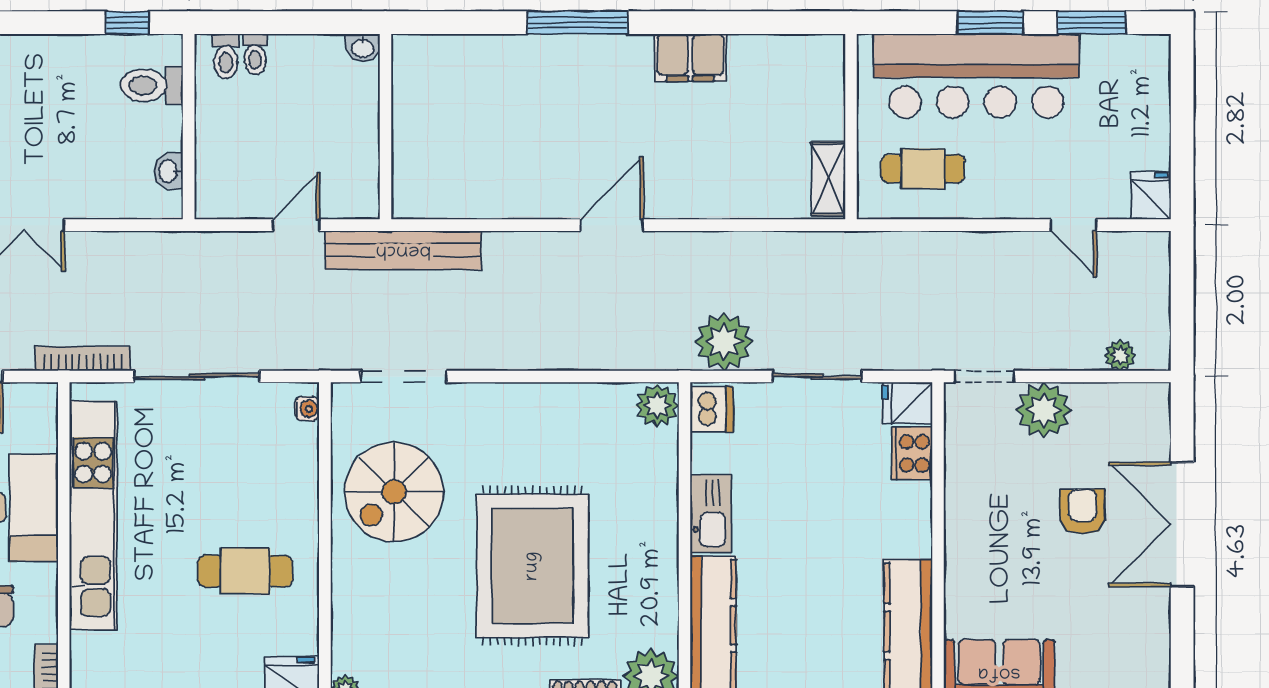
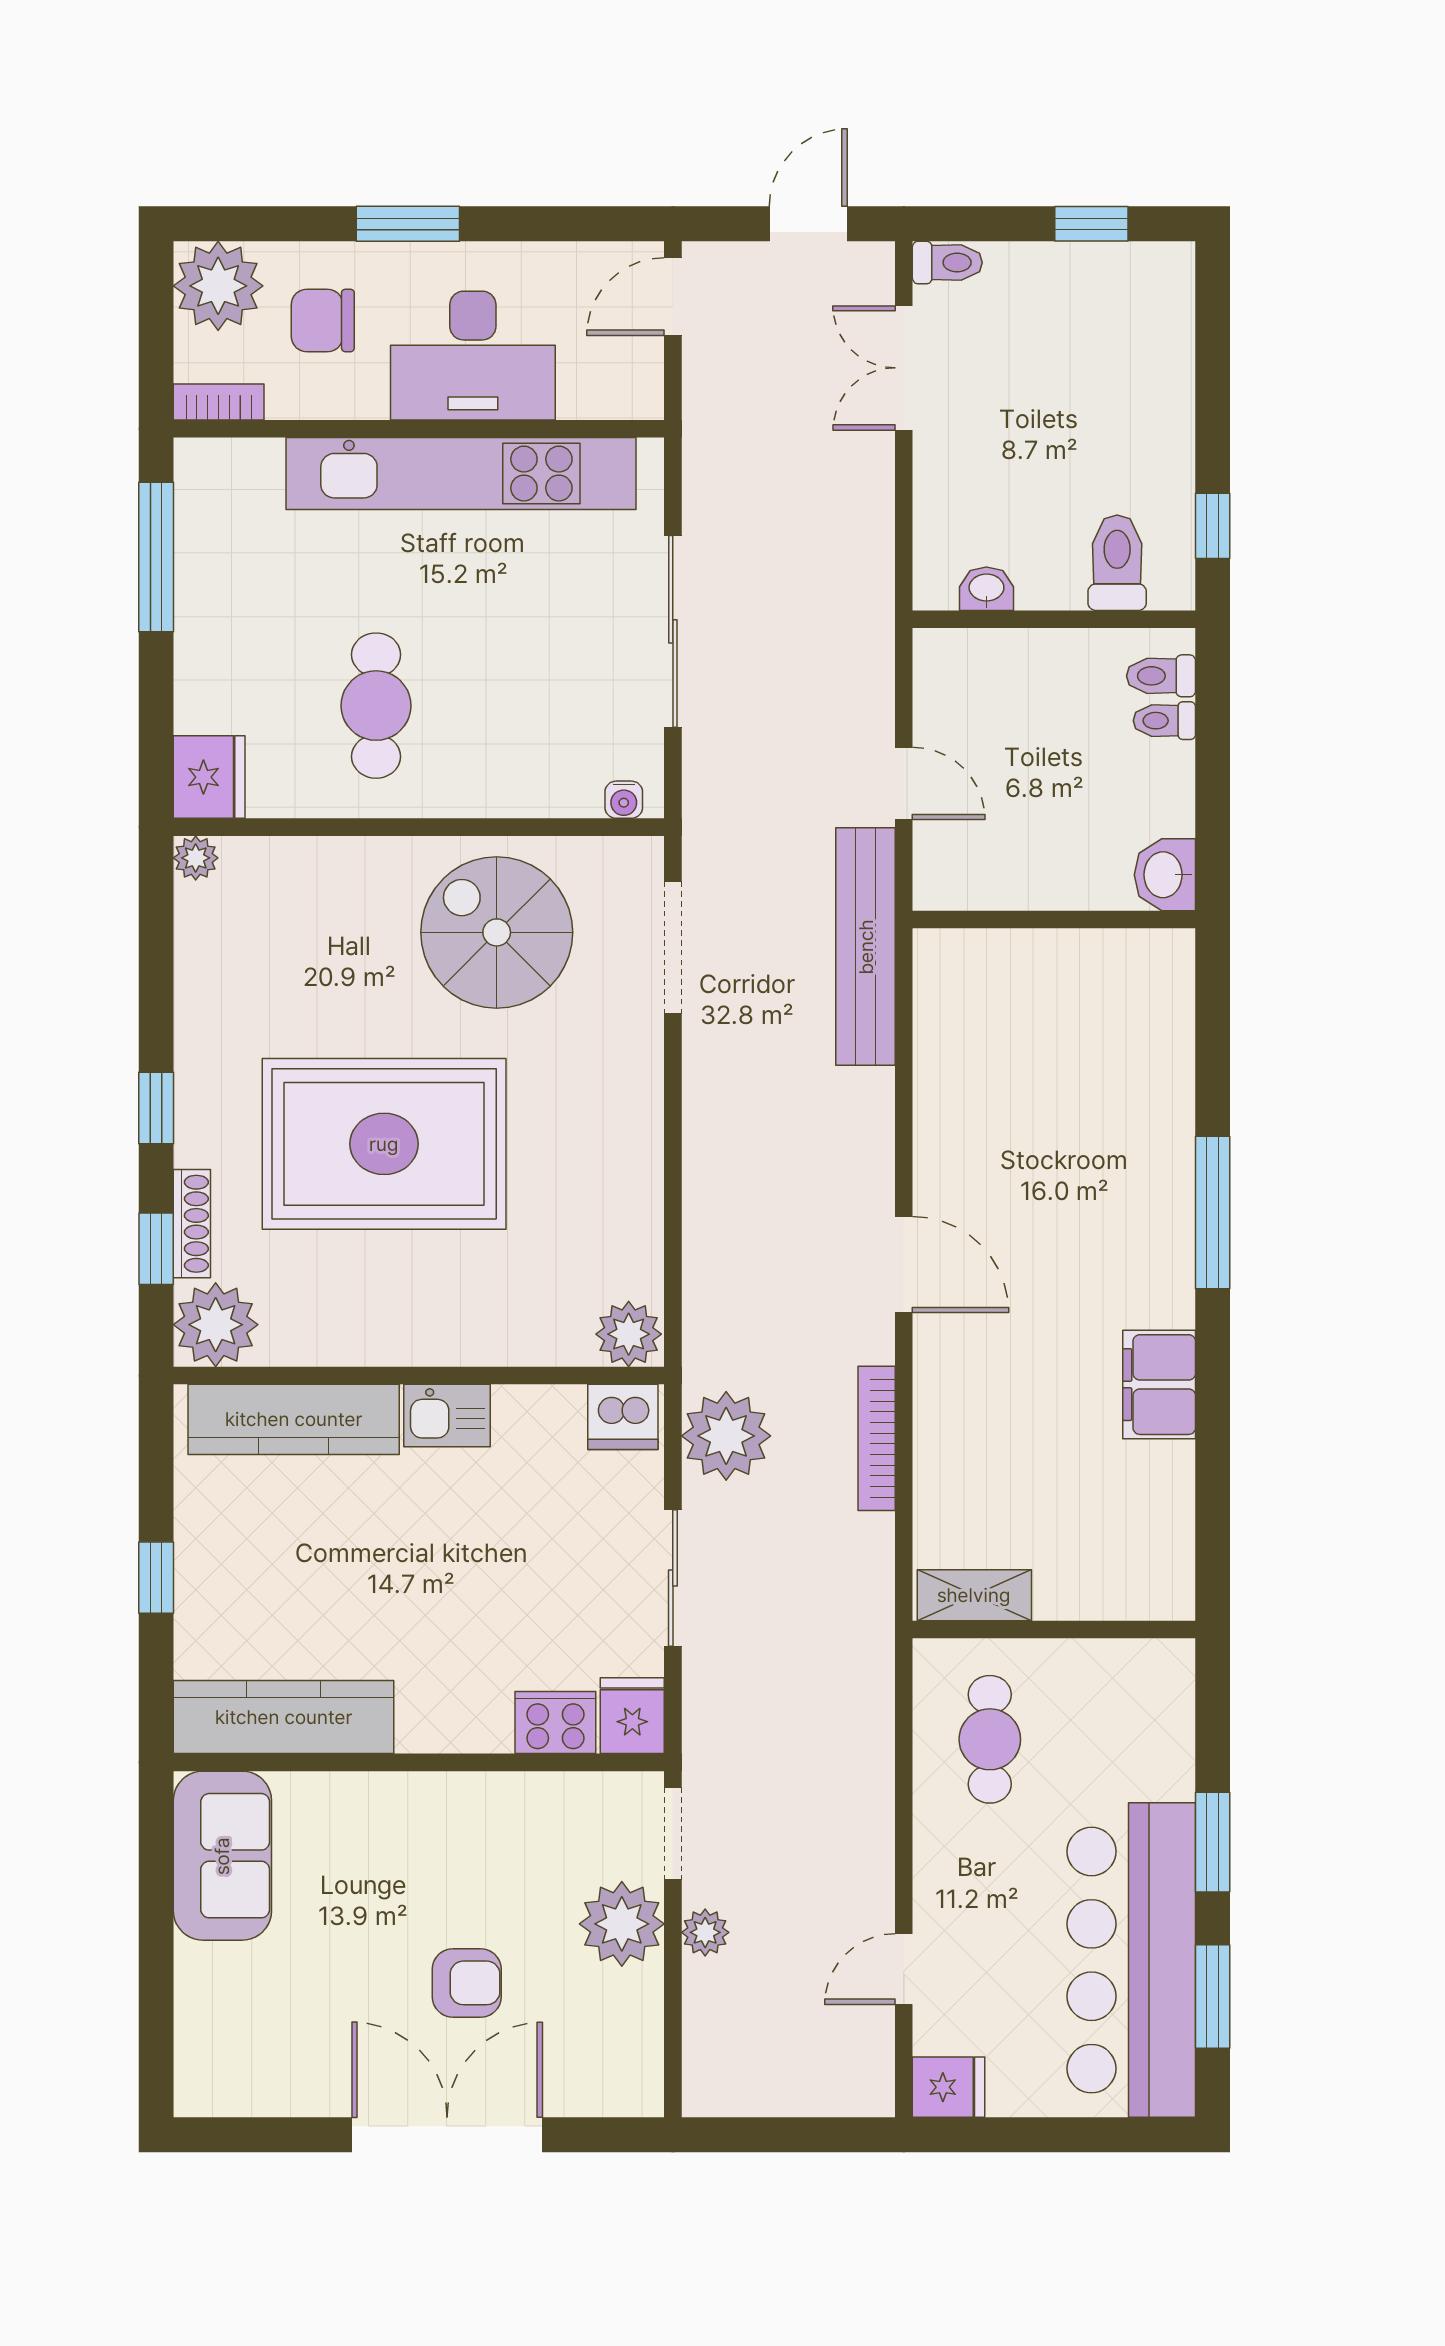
washbasin: (363, 48) -> (1165, 875), width x1.38, depth x1.45
bar counter: (976, 76) -> (1131, 1960), moved
plant: (1120, 355) -> (705, 1932), moved
bookcase: (83, 359) -> (877, 1438), moved, turned 180
kitchen sink: (711, 514) -> (447, 1416), width x0.73

